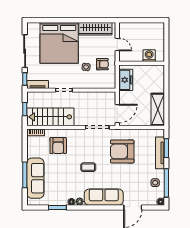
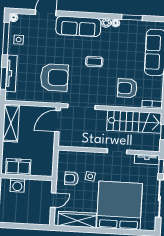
door: (117, 44) -> (53, 200), swing flipped
freezer: (126, 80) -> (18, 167), moved, turned 90
armchair: (58, 146) -> (127, 88), turned -90

